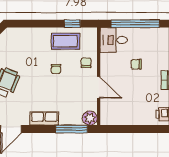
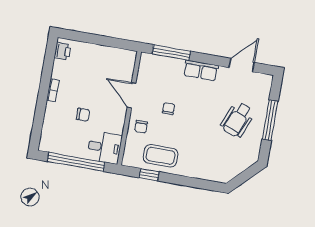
chair: (56, 69) -> (168, 109), moved
plant: (90, 118) -> (148, 62), removed

